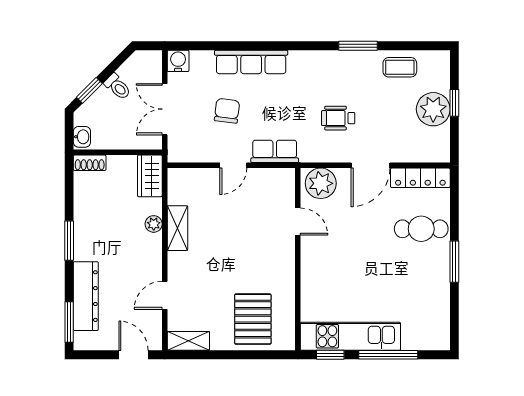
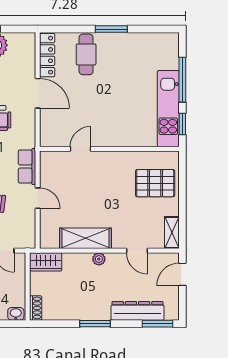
plant: (321, 183) -> (51, 131), removed
plant: (154, 224) -> (99, 259), moved
shelving: (177, 228) -> (86, 238), width x1.50, depth x1.33

